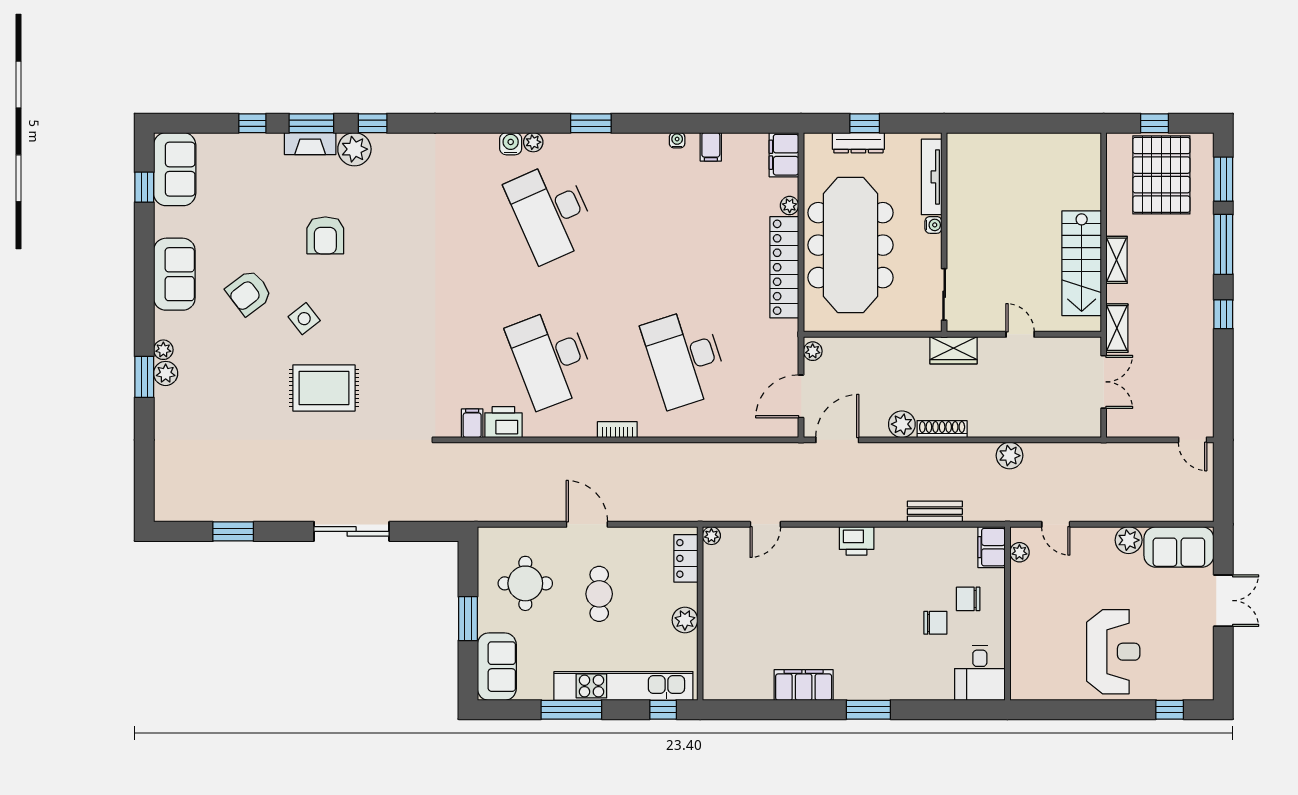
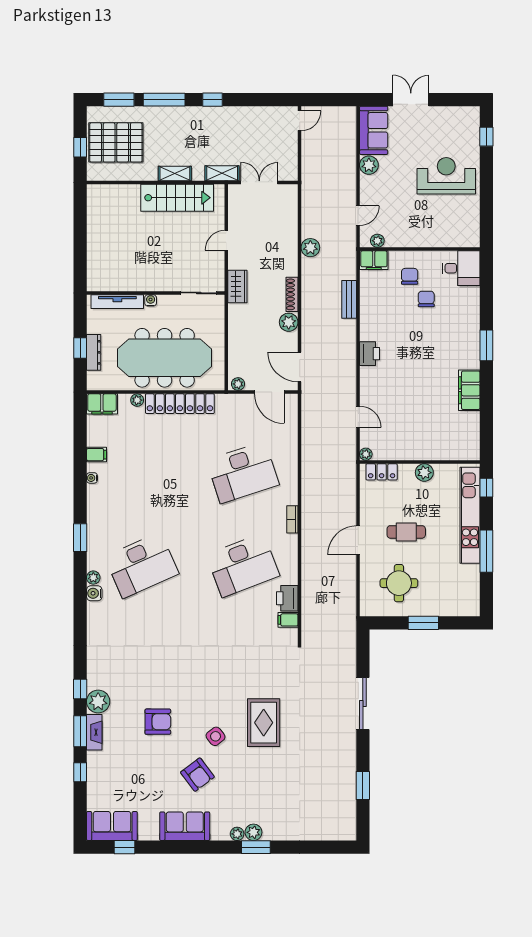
chair: (968, 599) -> (410, 276), turned 180
sofa: (497, 667) -> (457, 603), removed

